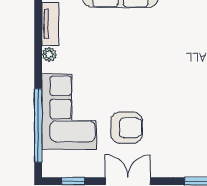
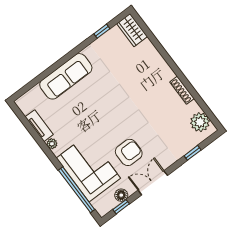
floor lamp: (83, 169) -> (121, 195), added

